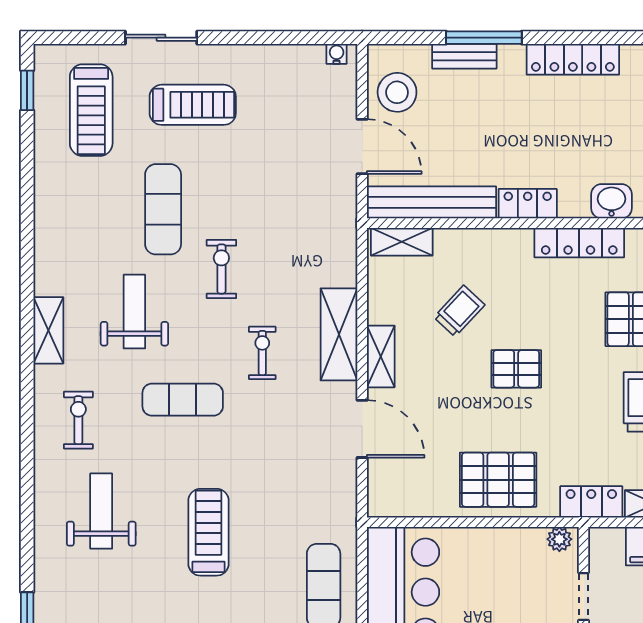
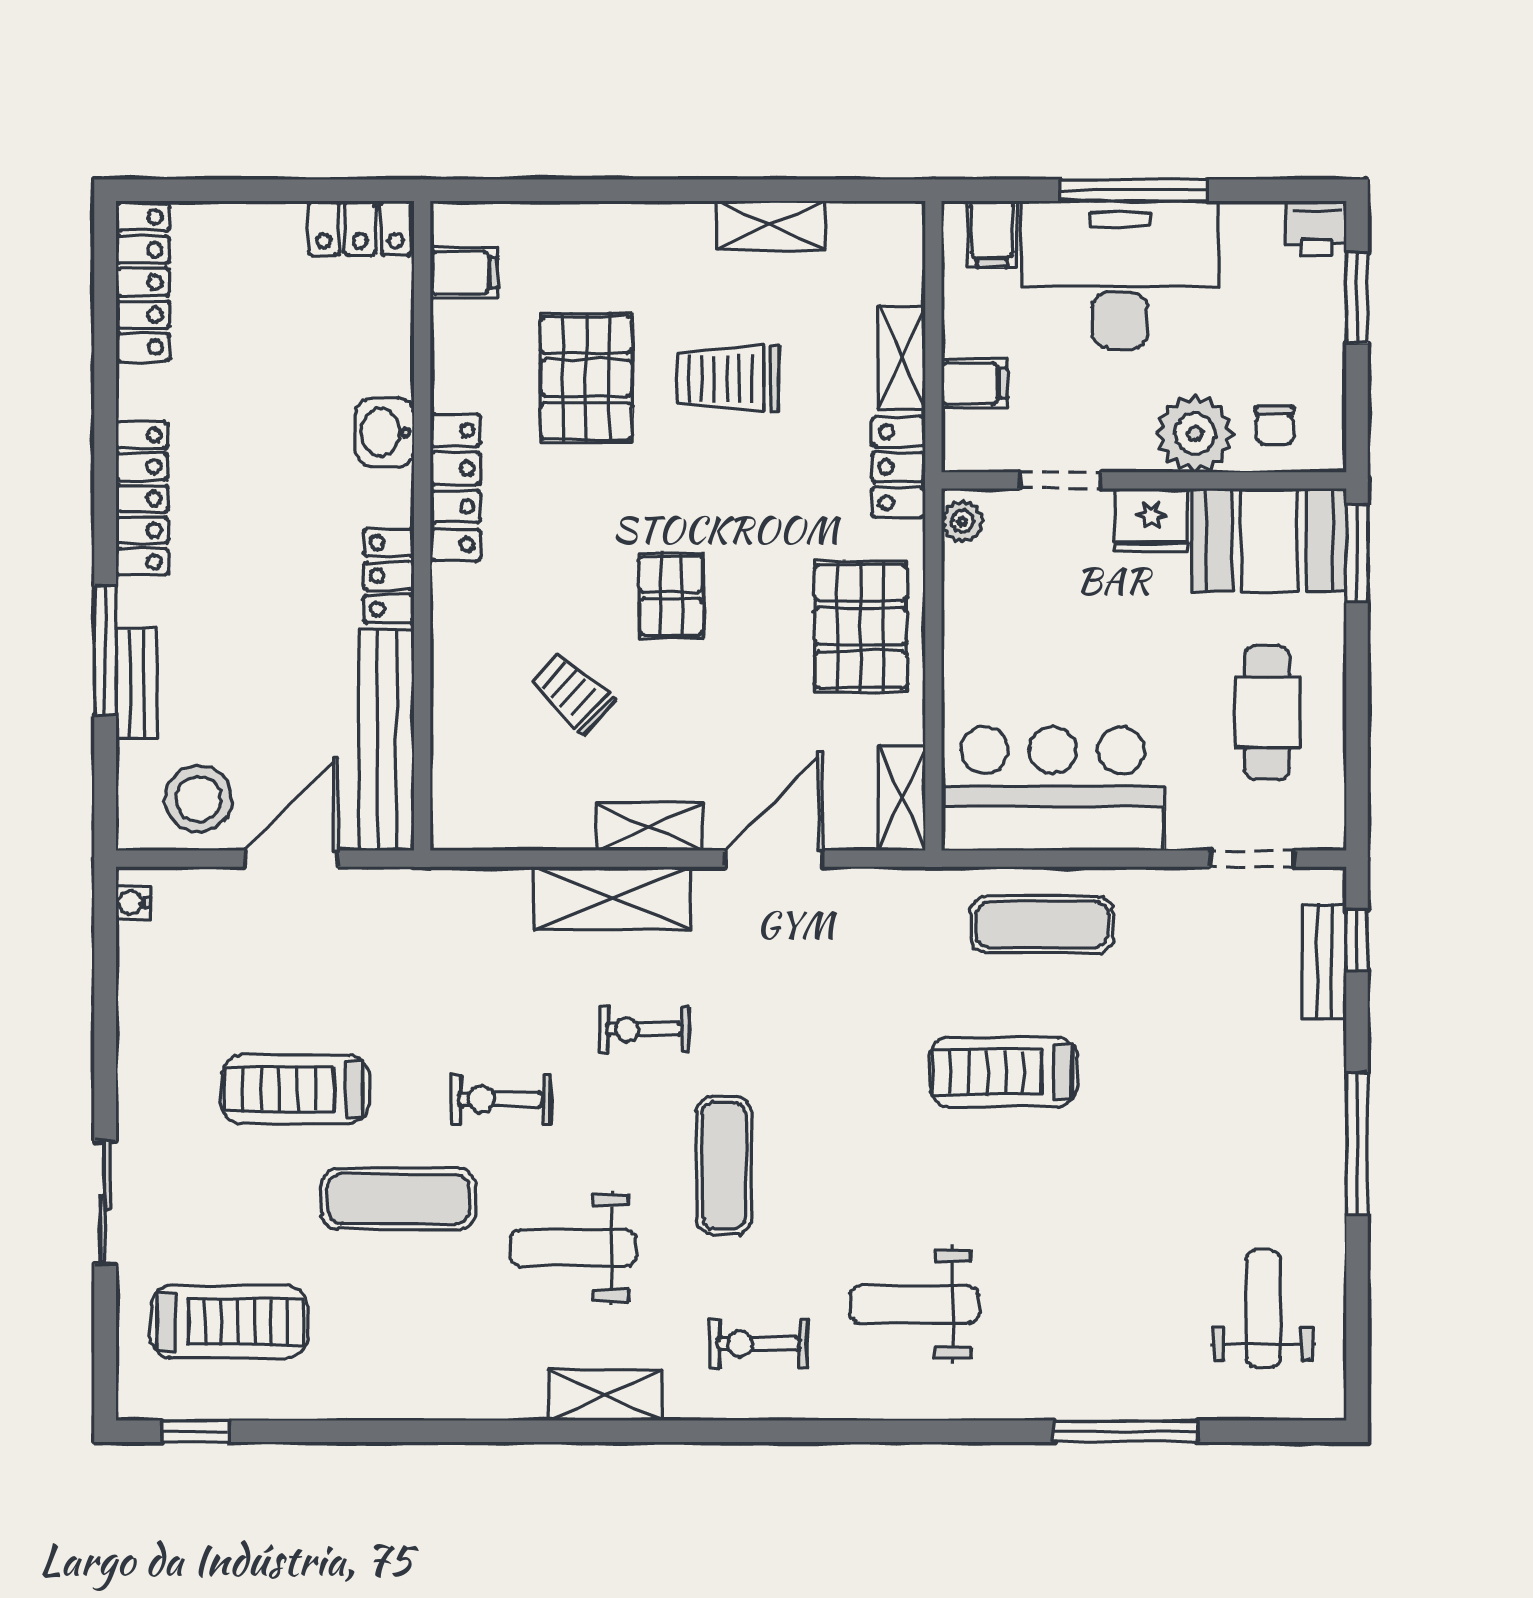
treadmill: (193, 105) -> (295, 1089), moved, turned -90
shelving: (402, 242) -> (902, 798), moved
treadmill: (208, 532) -> (1003, 1072), moved

